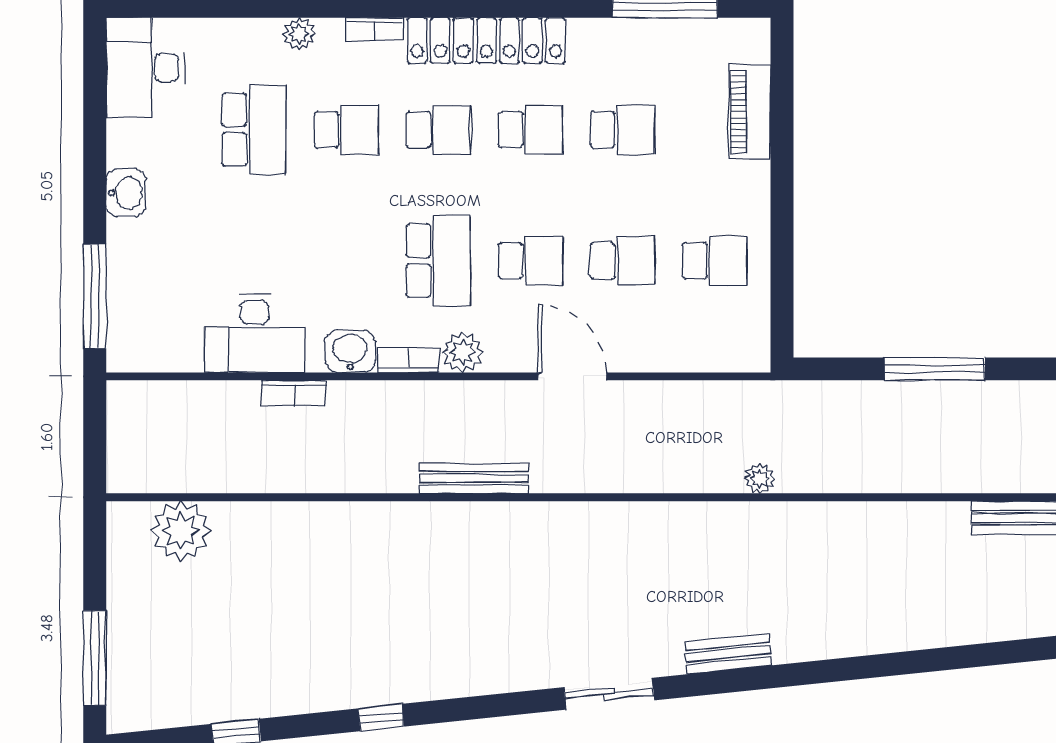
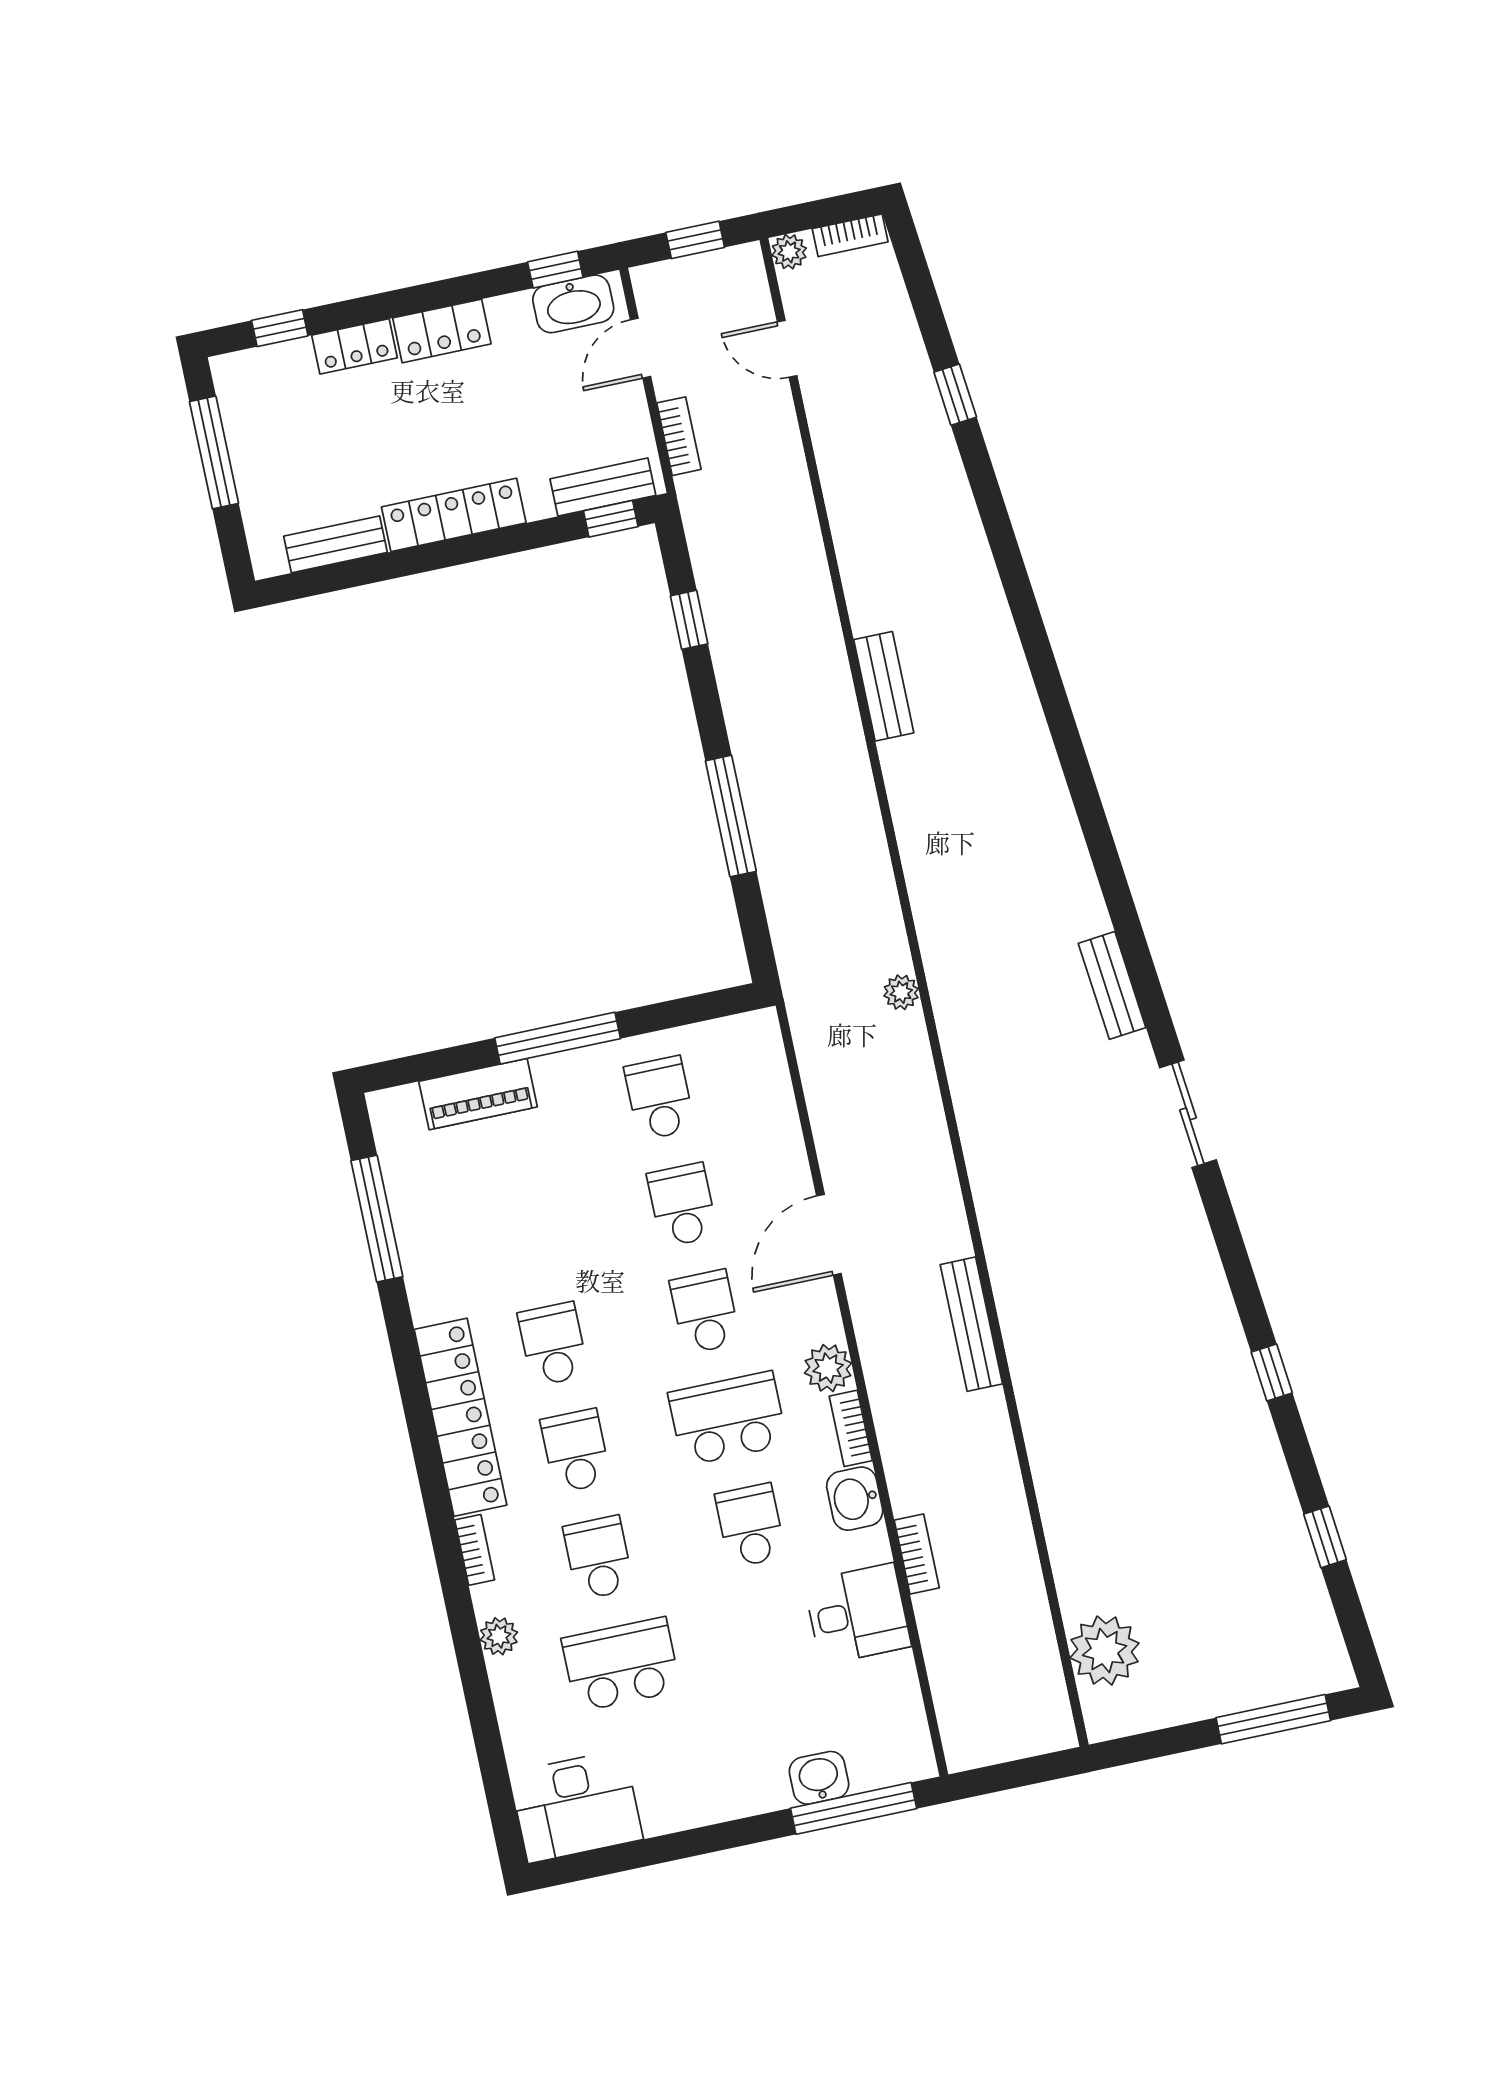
school desk: (623, 130) -> (750, 1525), moved
window: (782, 187) -> (558, 1038), added
washbasin: (126, 193) -> (819, 1778), moved
desk: (255, 334) -> (858, 1614), width x0.73

